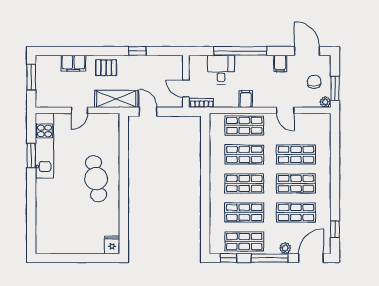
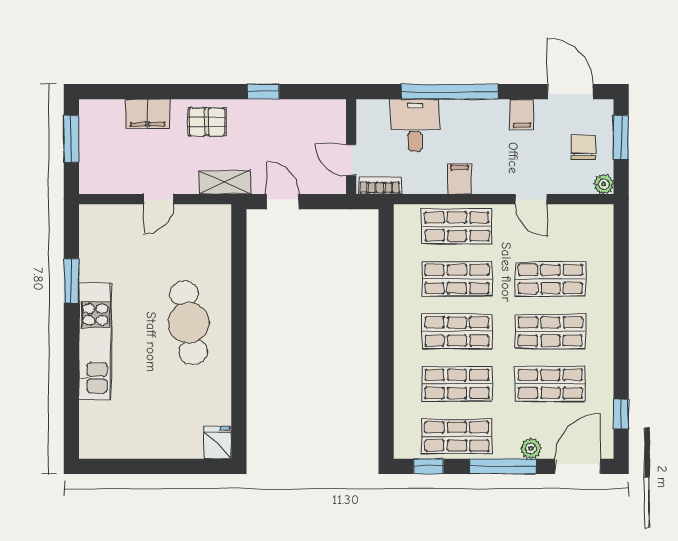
window: (335, 88) -> (621, 137), moved
shelving: (116, 99) -> (225, 182), width x0.67, depth x0.75
kitchen unit: (45, 146) -> (95, 341), moved

